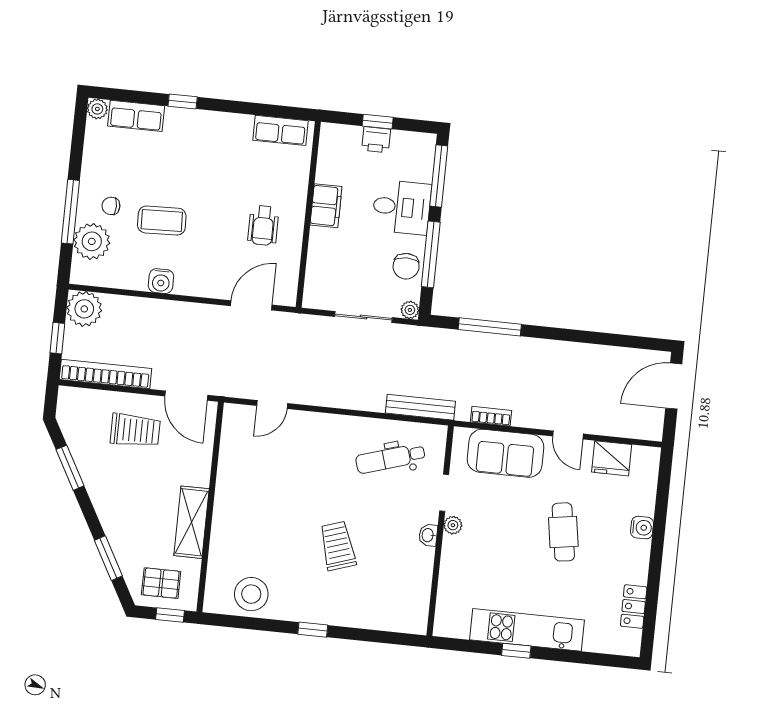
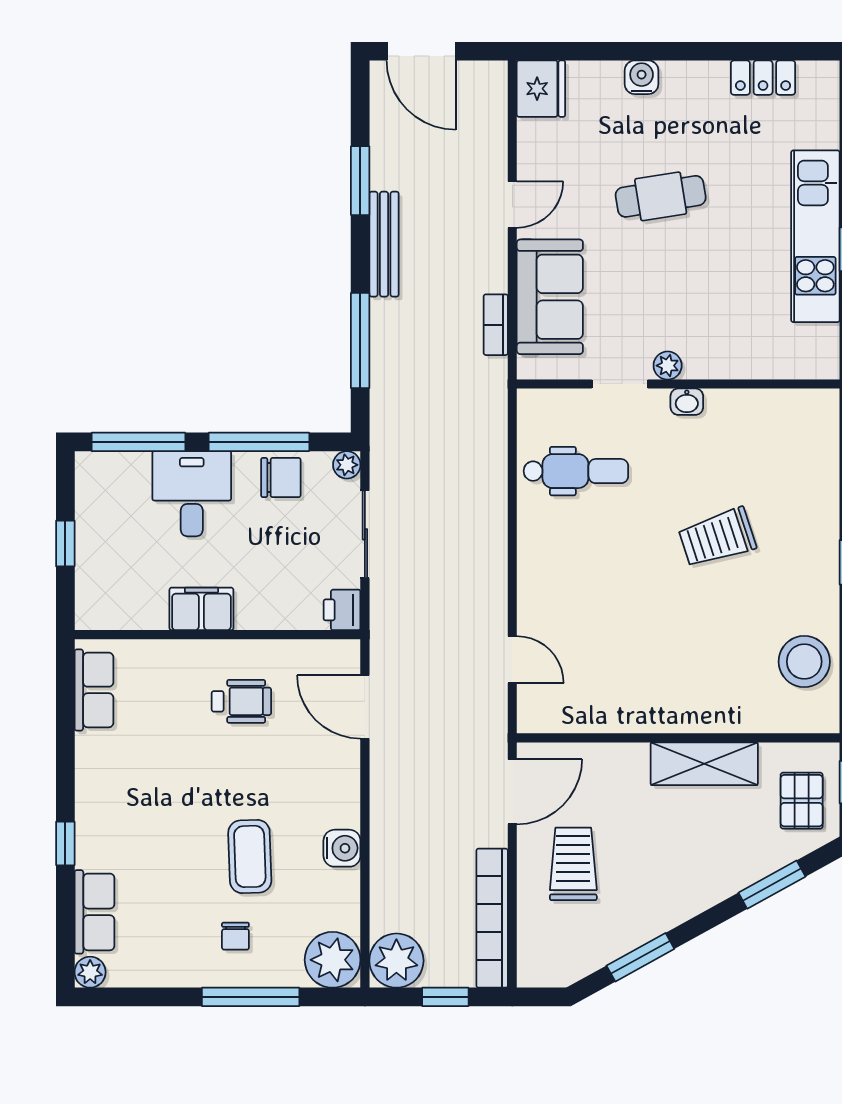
printer: (376, 140) -> (342, 610), moved, turned 180
plant: (92, 241) -> (333, 960), moved
window: (594, 338) -> (360, 181), added
bench: (420, 407) -> (384, 244), moved
dental chair: (390, 458) -> (576, 471), turned -73
fridge: (612, 458) -> (541, 89), moved

